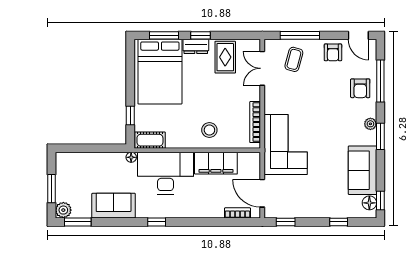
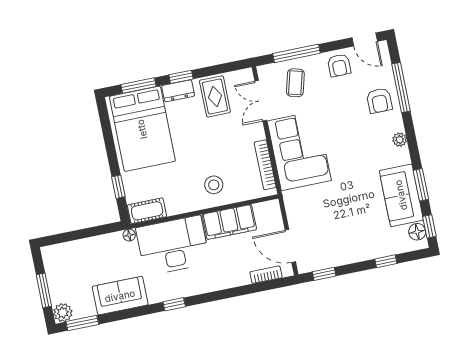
window: (380, 136) -> (421, 185), moved
corner sofa: (286, 145) -> (299, 151), moved

